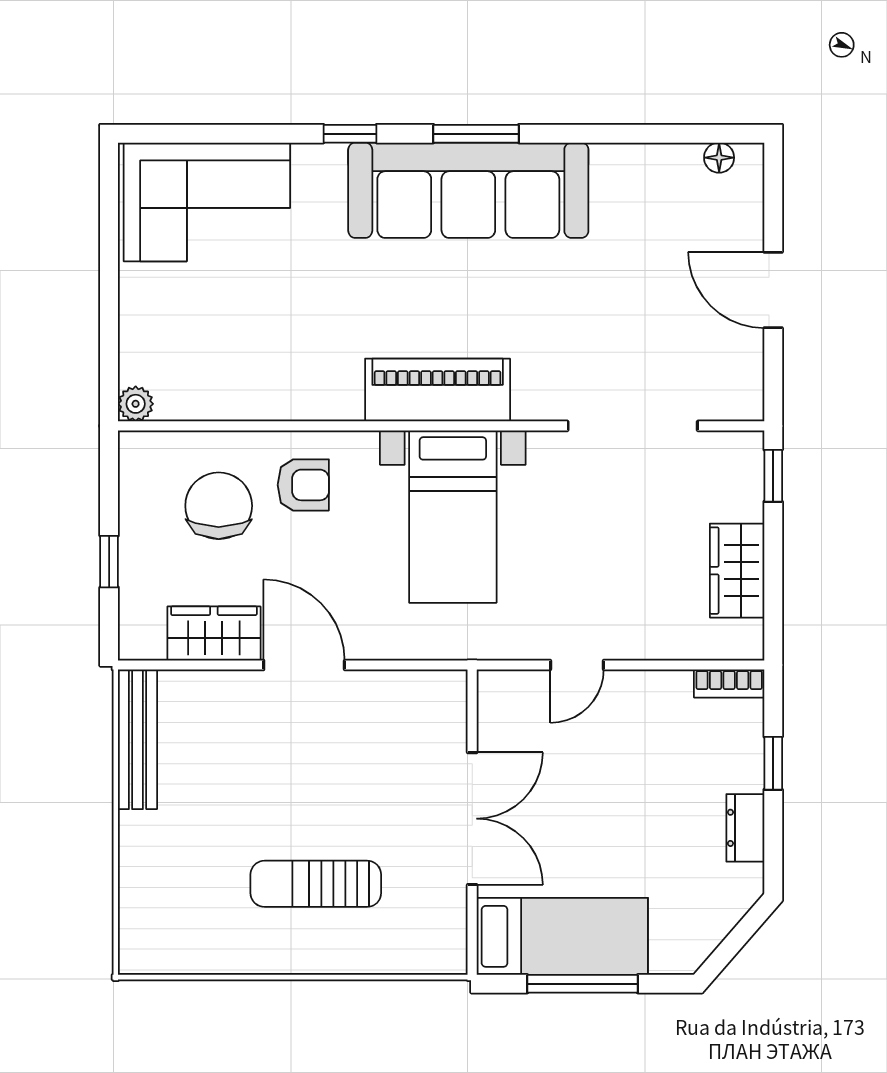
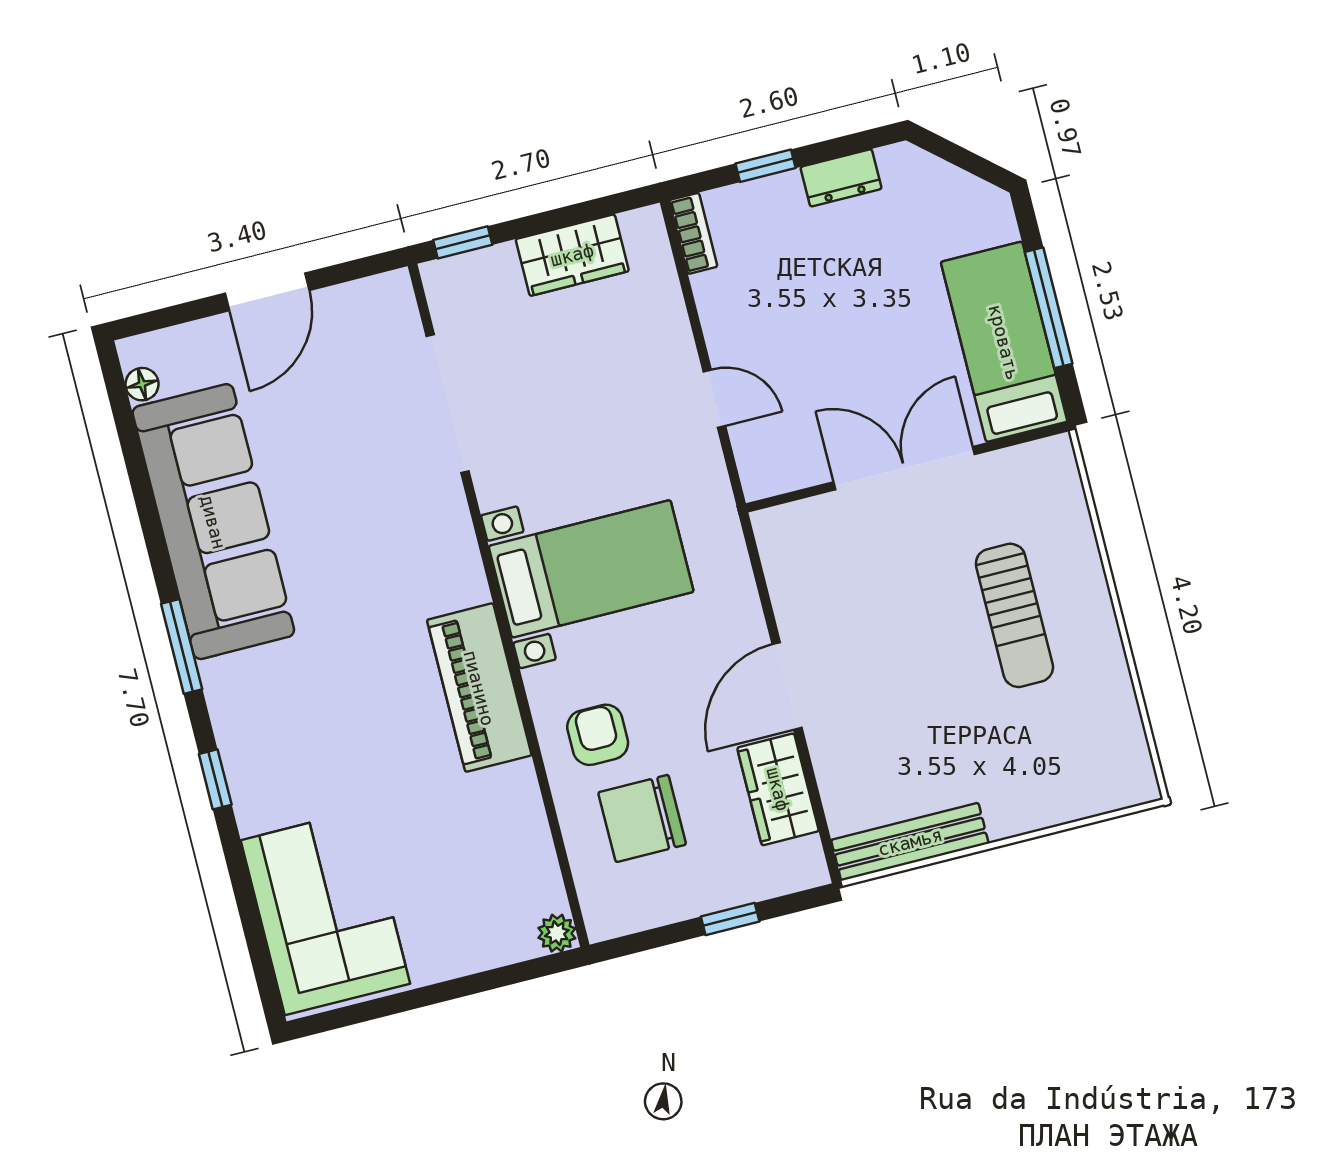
sofa: (468, 190) -> (213, 522), moved
piano: (438, 390) -> (479, 688), moved

